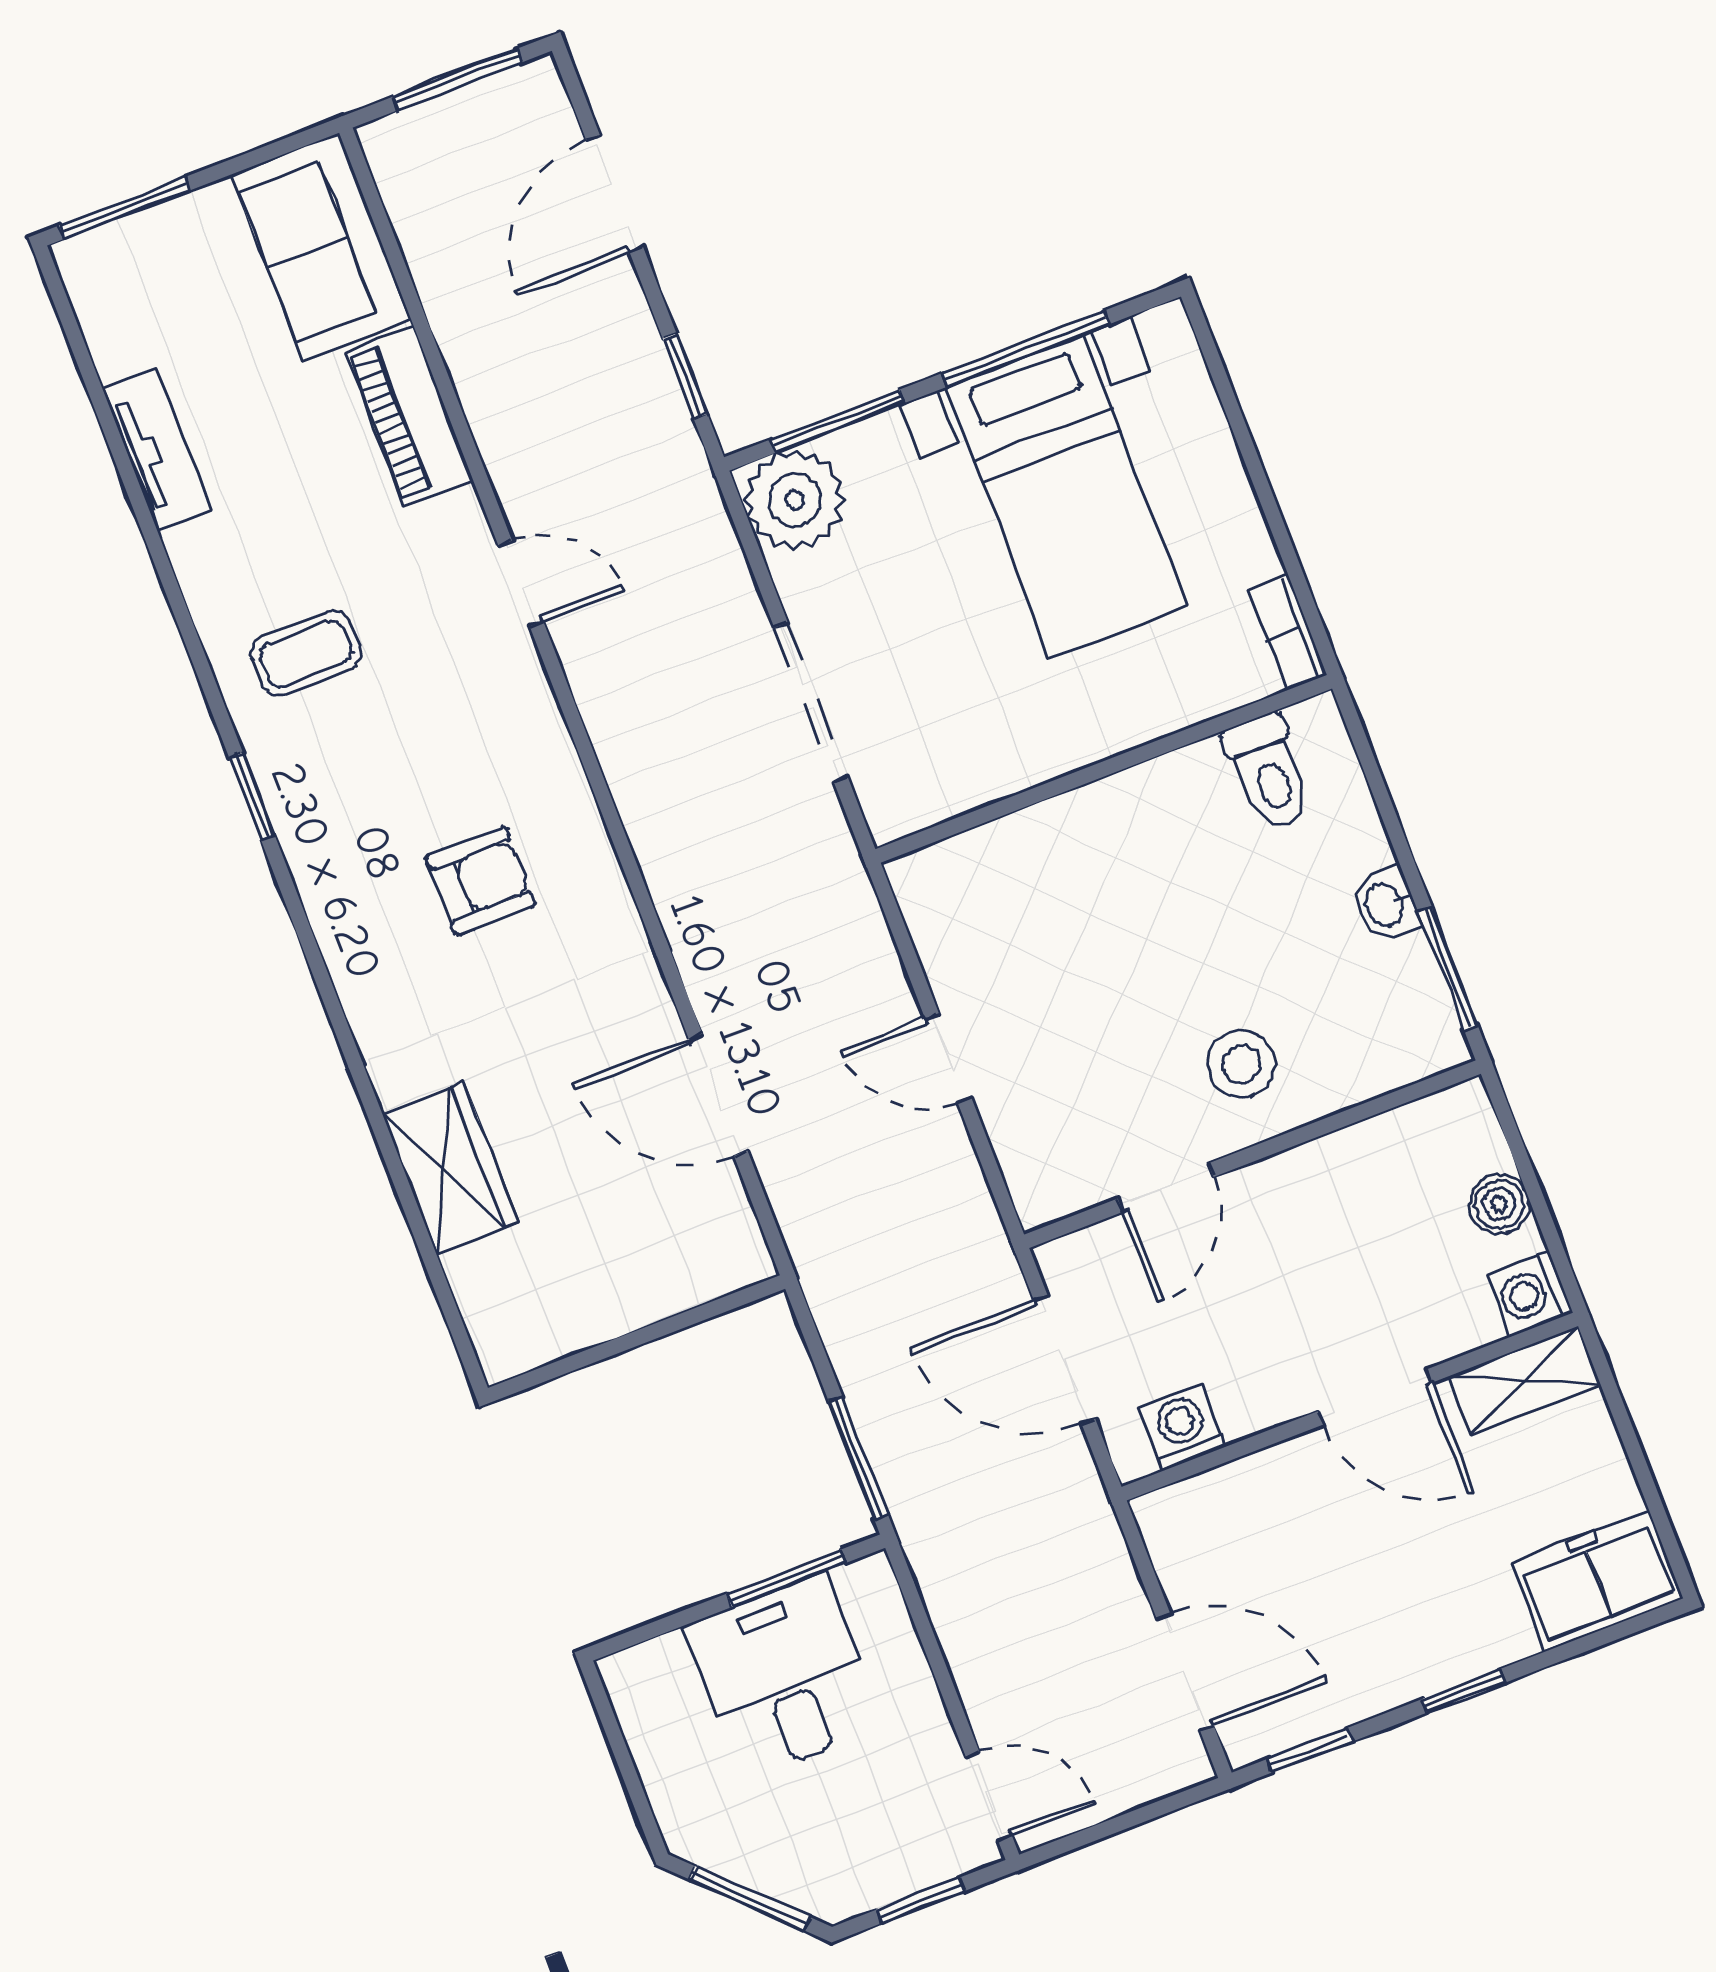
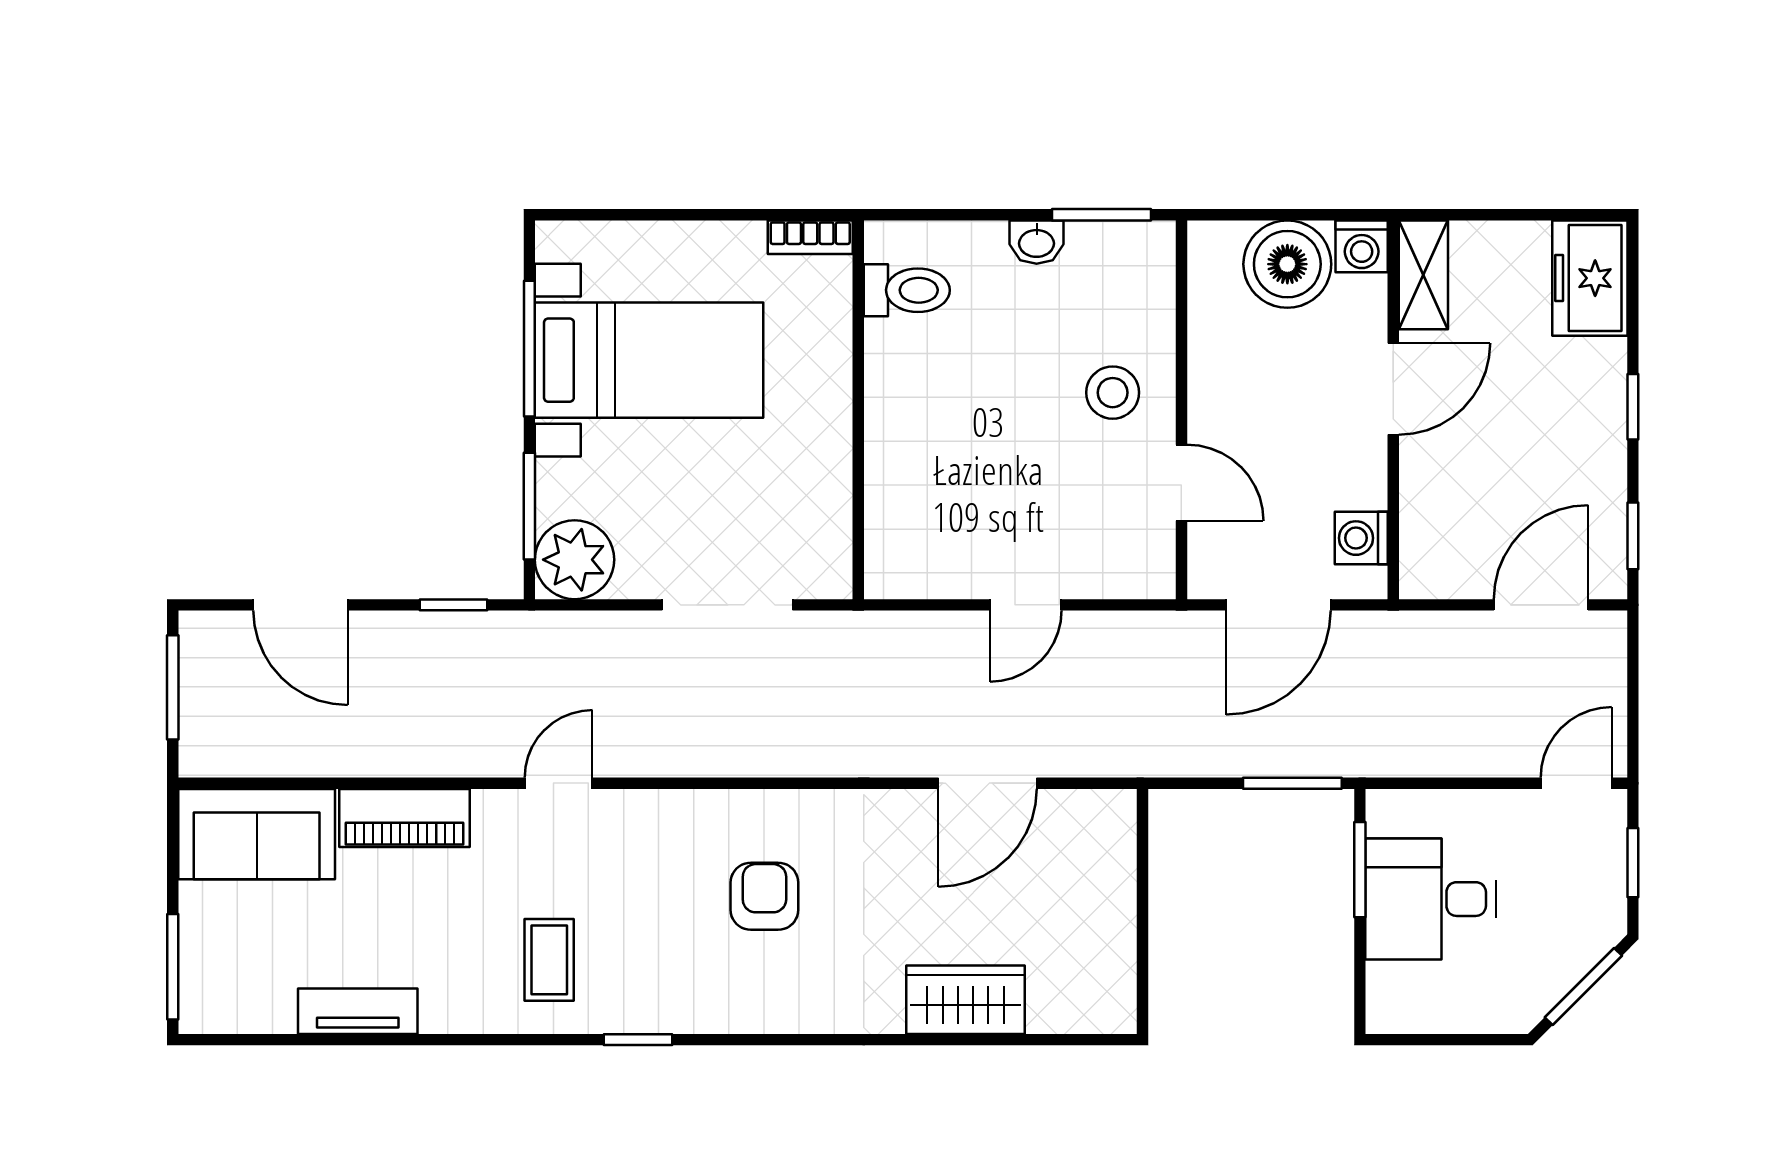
boiler: (1499, 1204) -> (1287, 264), width x1.86, depth x1.86

